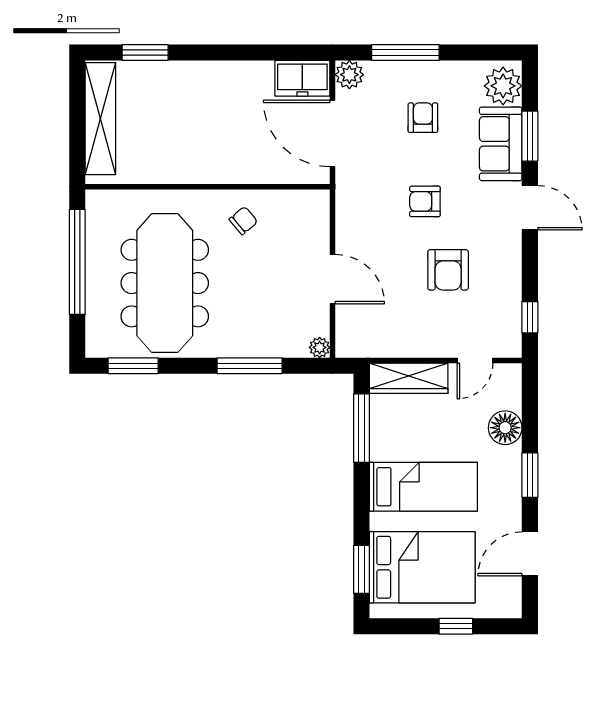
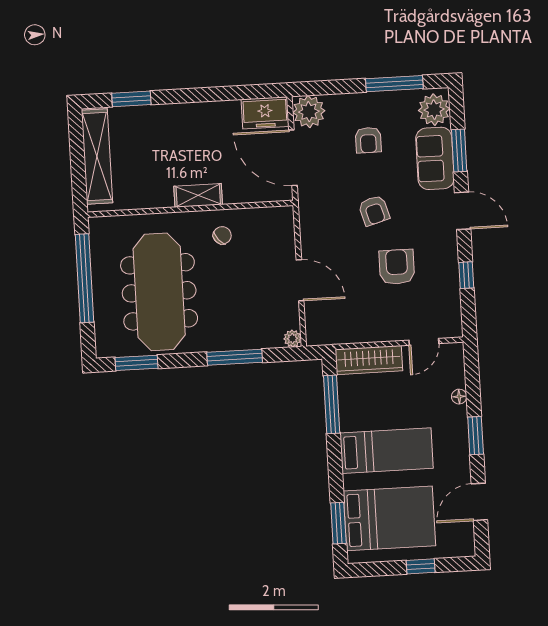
window: (405, 53) -> (394, 84), moved
plant: (349, 75) -> (309, 112), width x1.36, depth x1.36
armchair: (423, 118) -> (368, 140), turned 180
shelving: (218, 171) -> (198, 195), added
armchair: (425, 201) -> (374, 210), turned -106
armchair: (448, 270) -> (397, 267), turned 180
window: (530, 317) -> (466, 275), moved
floor lamp: (505, 428) -> (459, 397), width x0.53, depth x0.53

